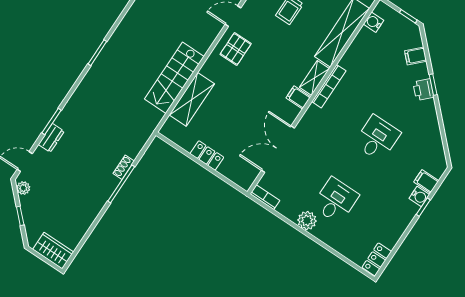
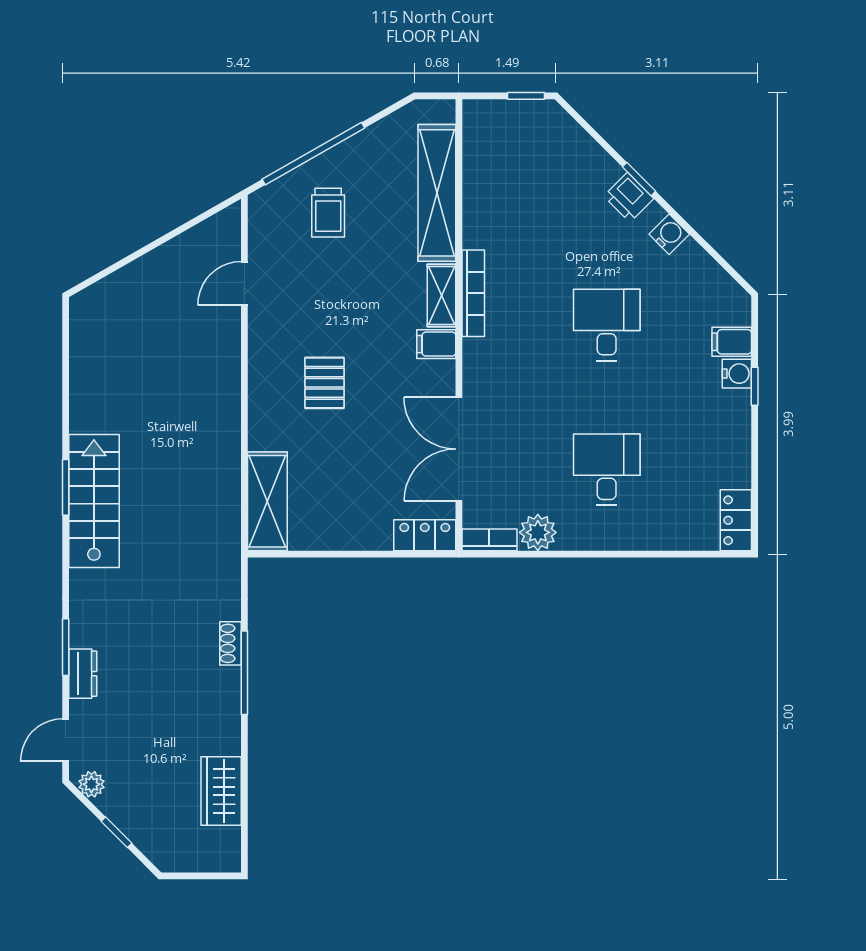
water cooler: (374, 22) -> (669, 234), moved, turned 135
pallet: (236, 49) -> (324, 383), moved
filing cabinet: (416, 56) -> (580, 152), removed
stairs: (174, 78) -> (94, 501), moved, turned 180
shelving: (192, 99) -> (267, 501), moved
locker: (207, 156) -> (425, 535), moved
plant: (307, 221) -> (538, 532), moved
wardrobe: (53, 251) -> (221, 791), moved, turned -90

